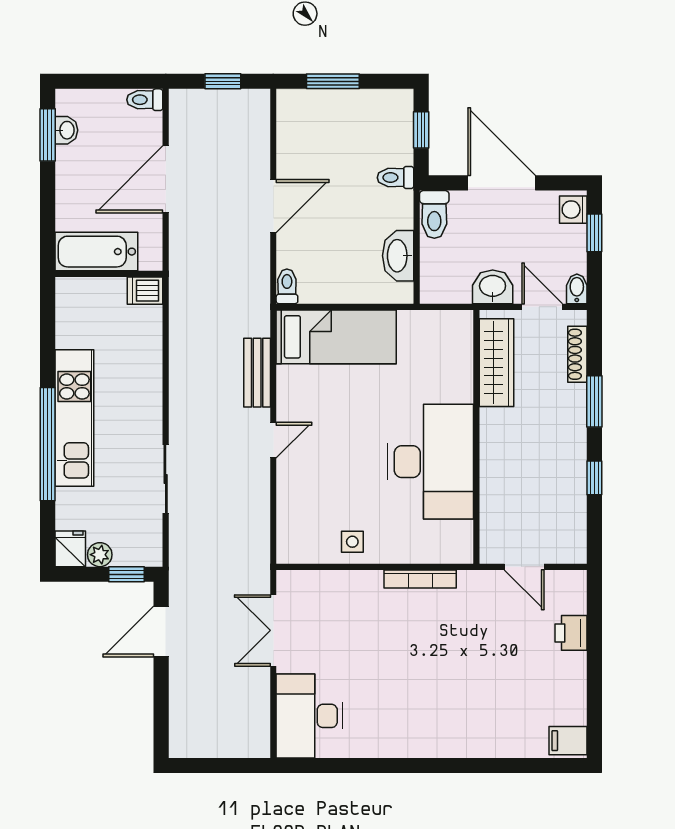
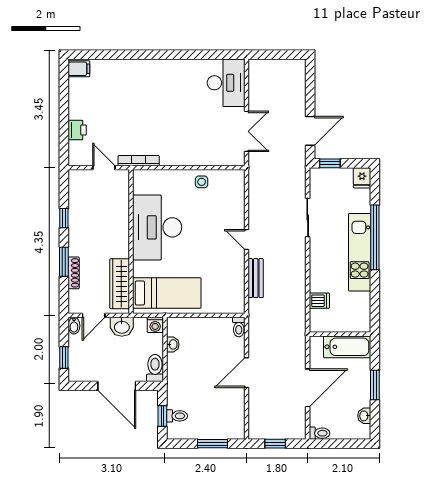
window: (48, 135) -> (375, 385), moved
toilet: (396, 178) -> (177, 416), moved
washing machine: (573, 210) -> (155, 325), moved, turned 90
washbasin: (398, 256) -> (173, 344), width x0.52, depth x0.69
dishwasher: (145, 291) -> (319, 301), moved
door: (542, 307) -> (94, 315), hinge flipped
bed: (336, 337) -> (167, 293), moved, turned 180
shoe rack: (577, 354) -> (74, 273), moved
door: (273, 440) -> (247, 240), hinge flipped
plant: (100, 555) -> (345, 174), removed
bookcase: (420, 579) -> (139, 161), moved

